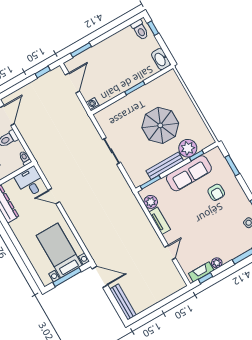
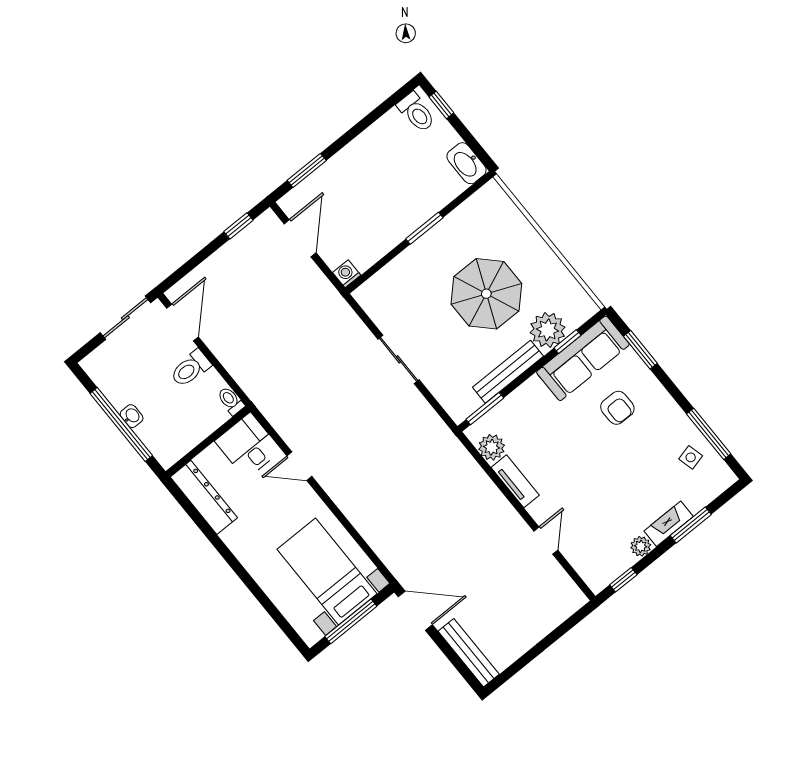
sofa: (189, 173) -> (583, 358), moved
fireplace: (201, 272) -> (669, 524), moved

